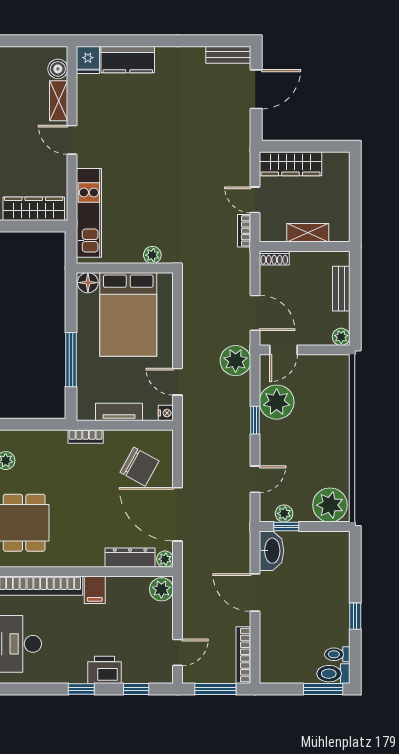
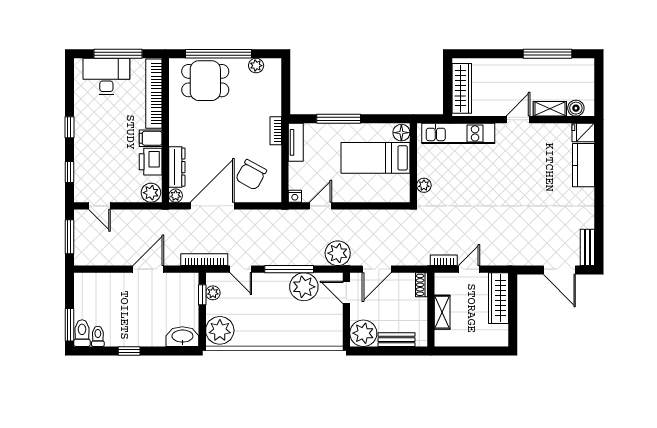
bed: (128, 314) -> (375, 158), width x0.67
plant: (341, 337) -> (363, 333), width x1.88, depth x1.88
tv unit: (119, 412) -> (296, 142), moved
window: (255, 420) -> (289, 269), width x2.17
washbasin: (272, 551) -> (182, 337), moved, turned 180
bookcase: (243, 655) -> (204, 260), moved
printer: (104, 670) -> (151, 162), moved, turned 180

